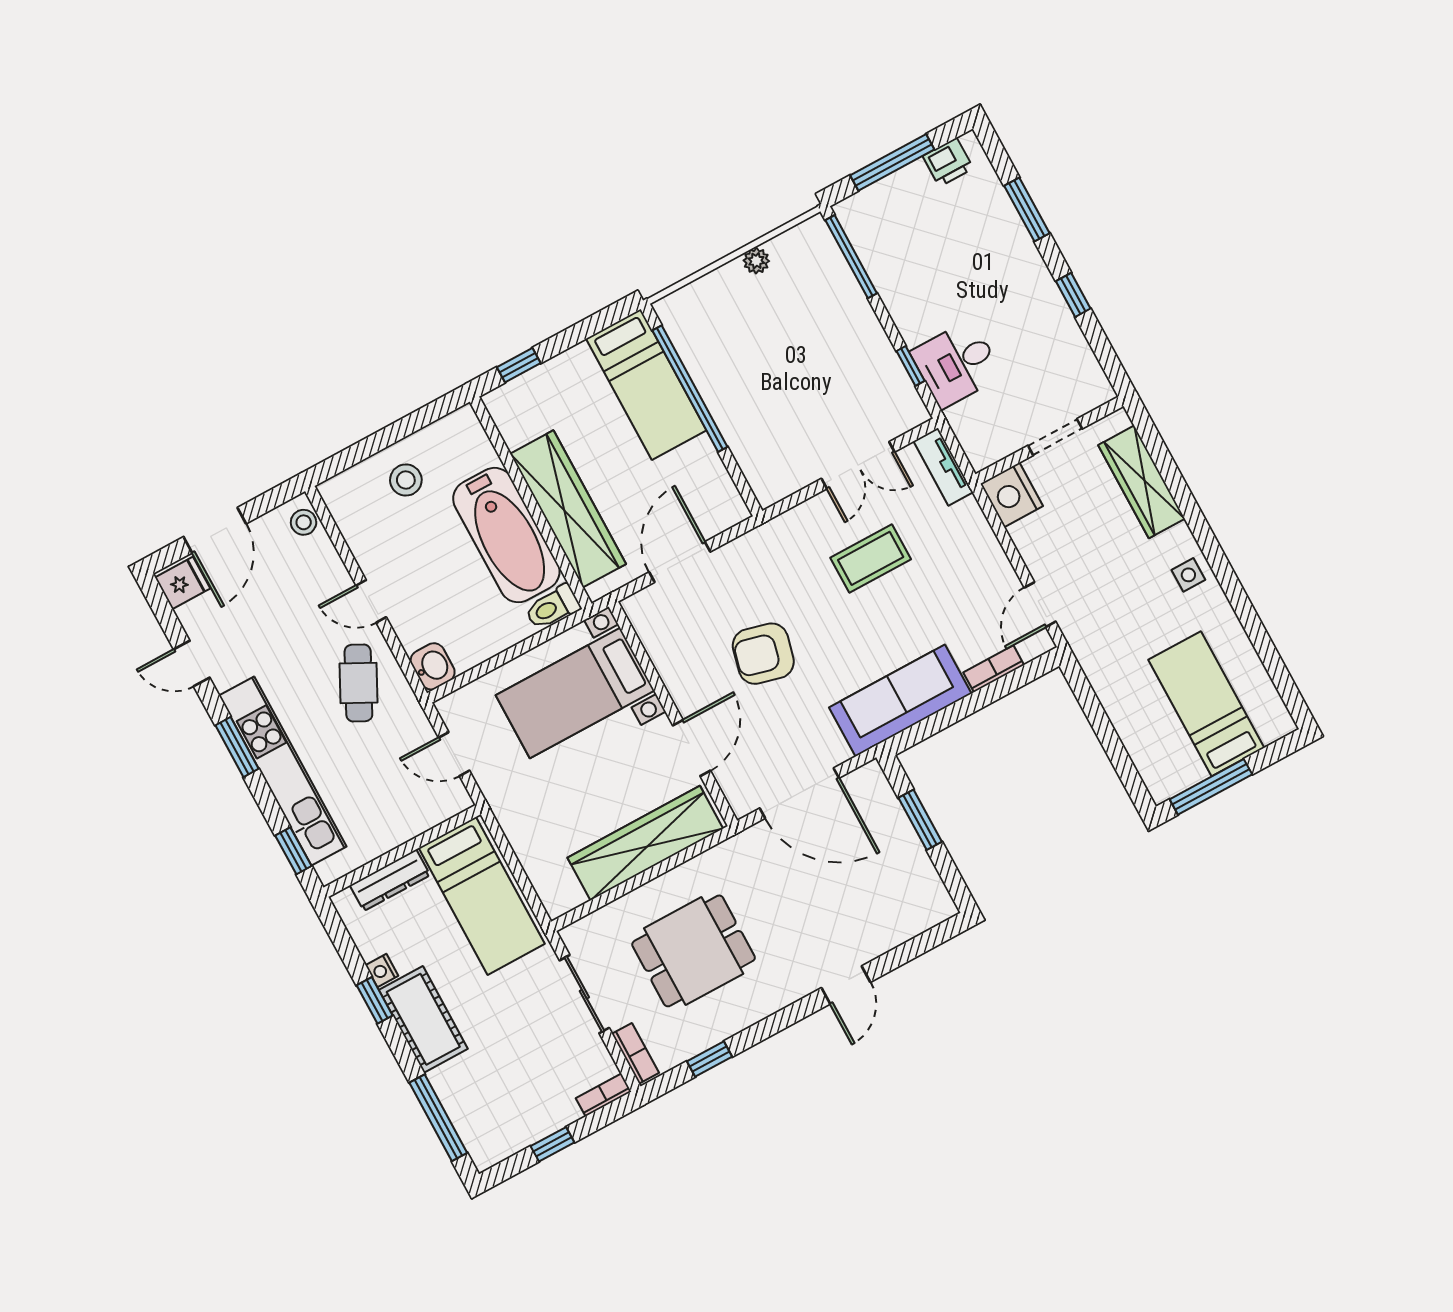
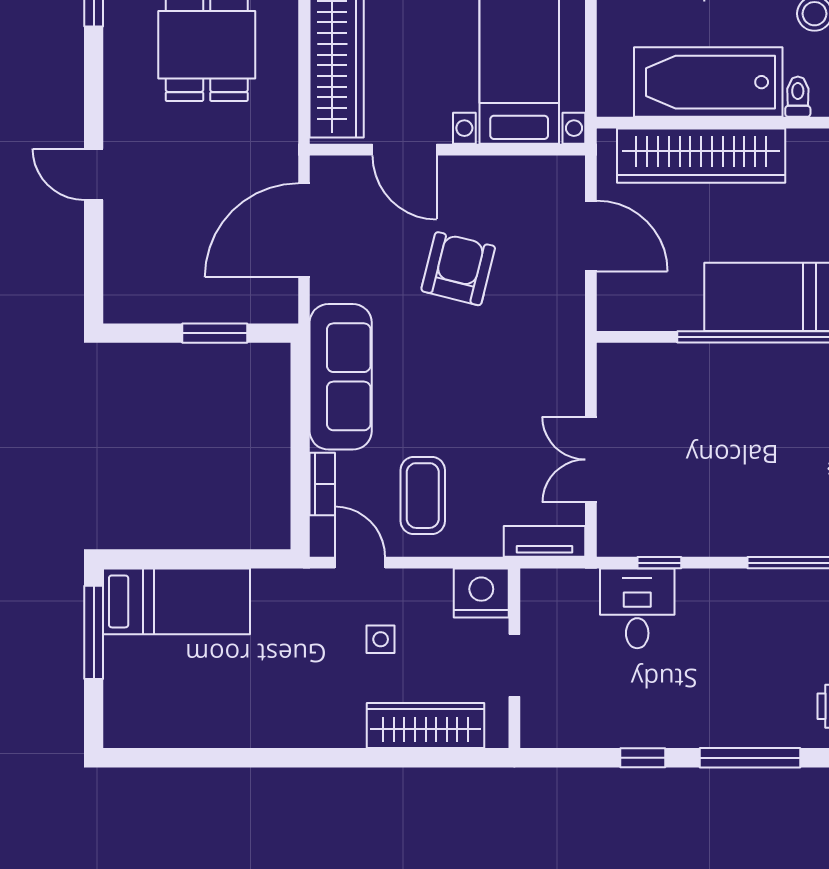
window: (1027, 209) -> (750, 758), width x1.44
coffee table: (871, 558) -> (423, 496), moved
side table: (1188, 575) -> (381, 639), moved
toilet: (553, 607) -> (798, 97), moved, width x0.73, depth x0.72
bed: (1206, 704) -> (177, 601), moved

